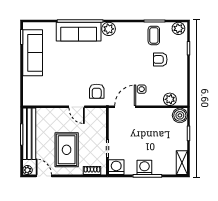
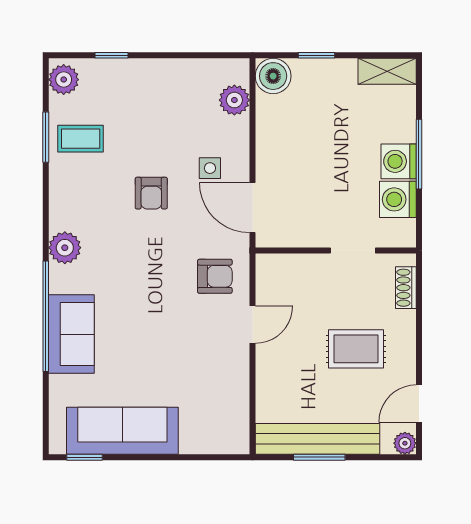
sofa: (79, 32) -> (71, 334), width x0.73
armchair: (160, 59) -> (151, 193), moved
rug: (67, 150) -> (356, 349), width x0.73, depth x0.70
washing machine: (116, 167) -> (398, 199), moved

